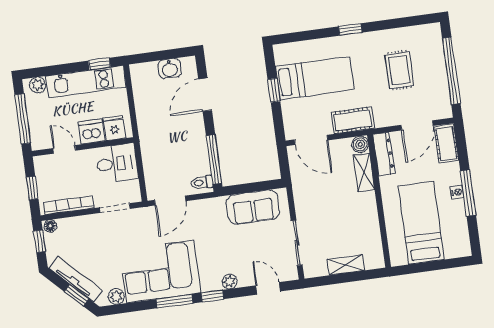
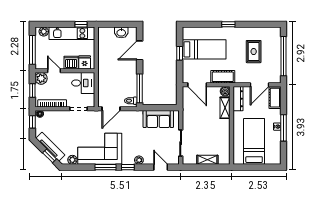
plant: (44, 165) -> (41, 78), added

